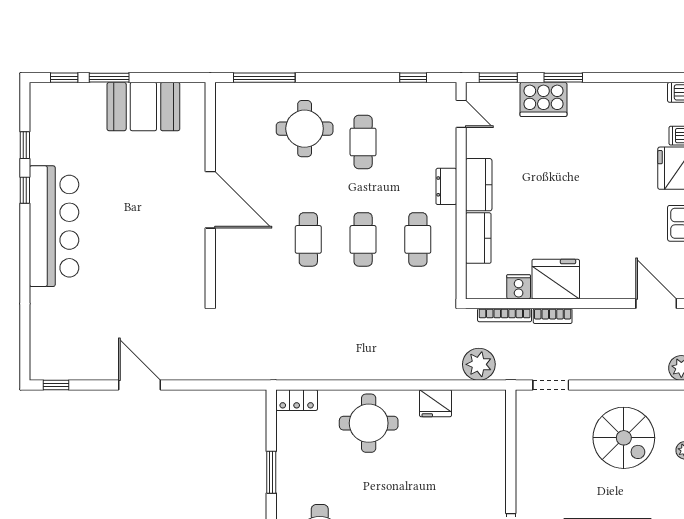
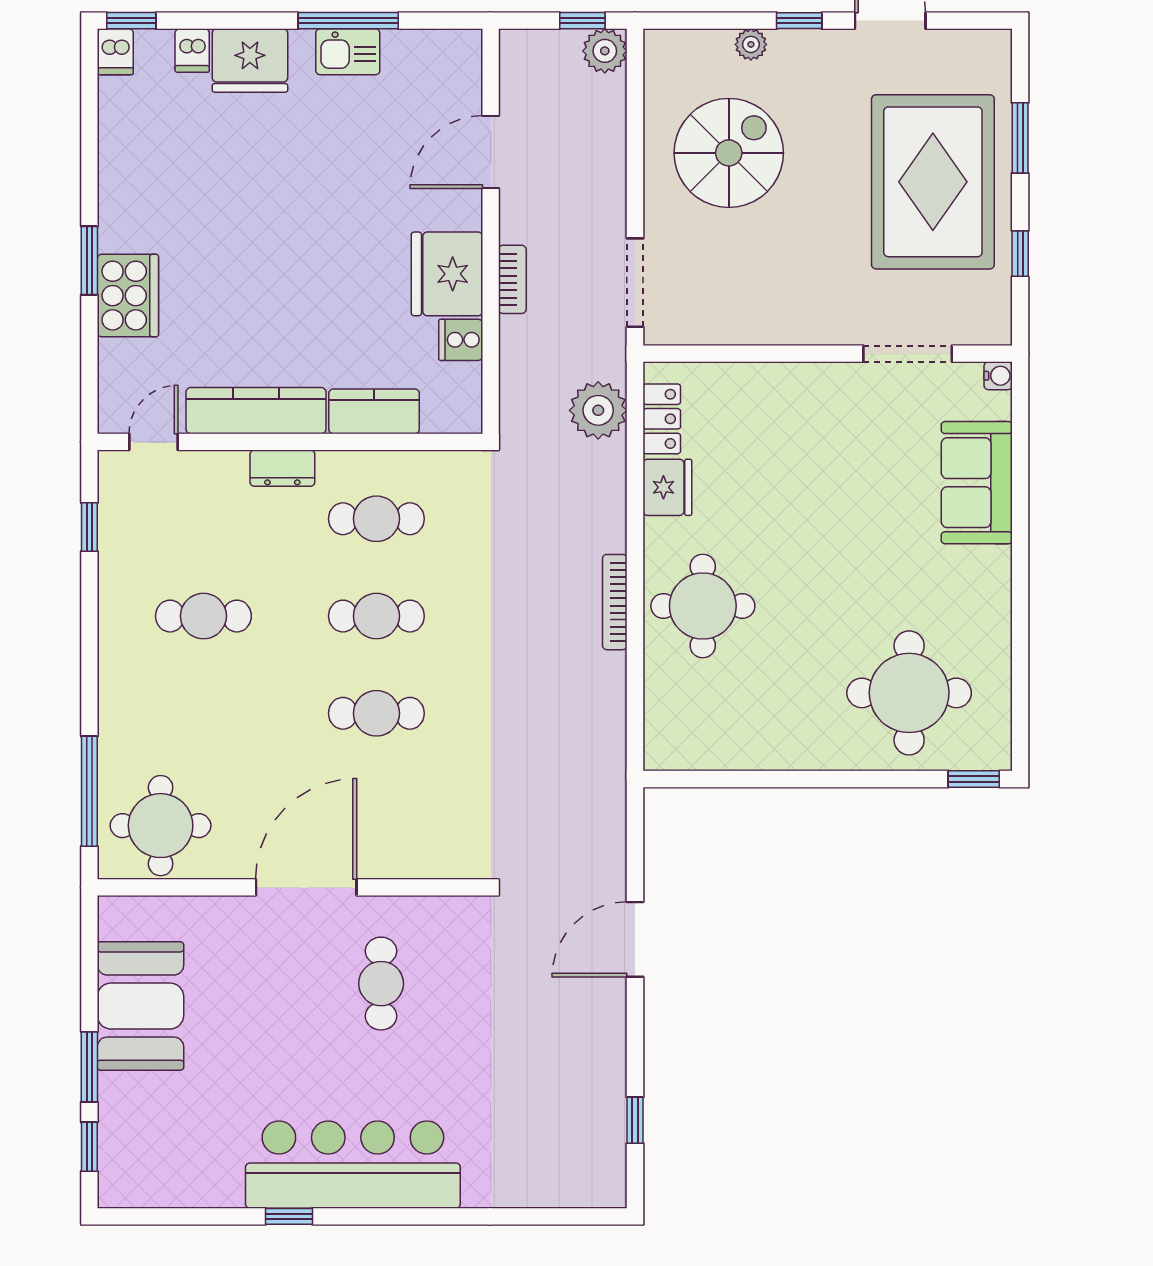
window: (498, 78) -> (89, 376), removed
round table: (305, 129) -> (161, 826), moved
window: (25, 145) -> (209, 1216), removed
kitchen counter: (479, 185) -> (256, 411), width x1.50
cafe table: (156, 242) -> (381, 984), added
door: (656, 304) -> (491, 152), moved
bookcase: (505, 315) -> (615, 602), moved, turned 180
window: (56, 385) -> (635, 1120), moved
door: (140, 385) -> (635, 939), moved
doorway: (551, 385) -> (635, 283), width x1.38
locker: (297, 400) -> (662, 419), moved
window: (271, 472) -> (790, 779), removed

